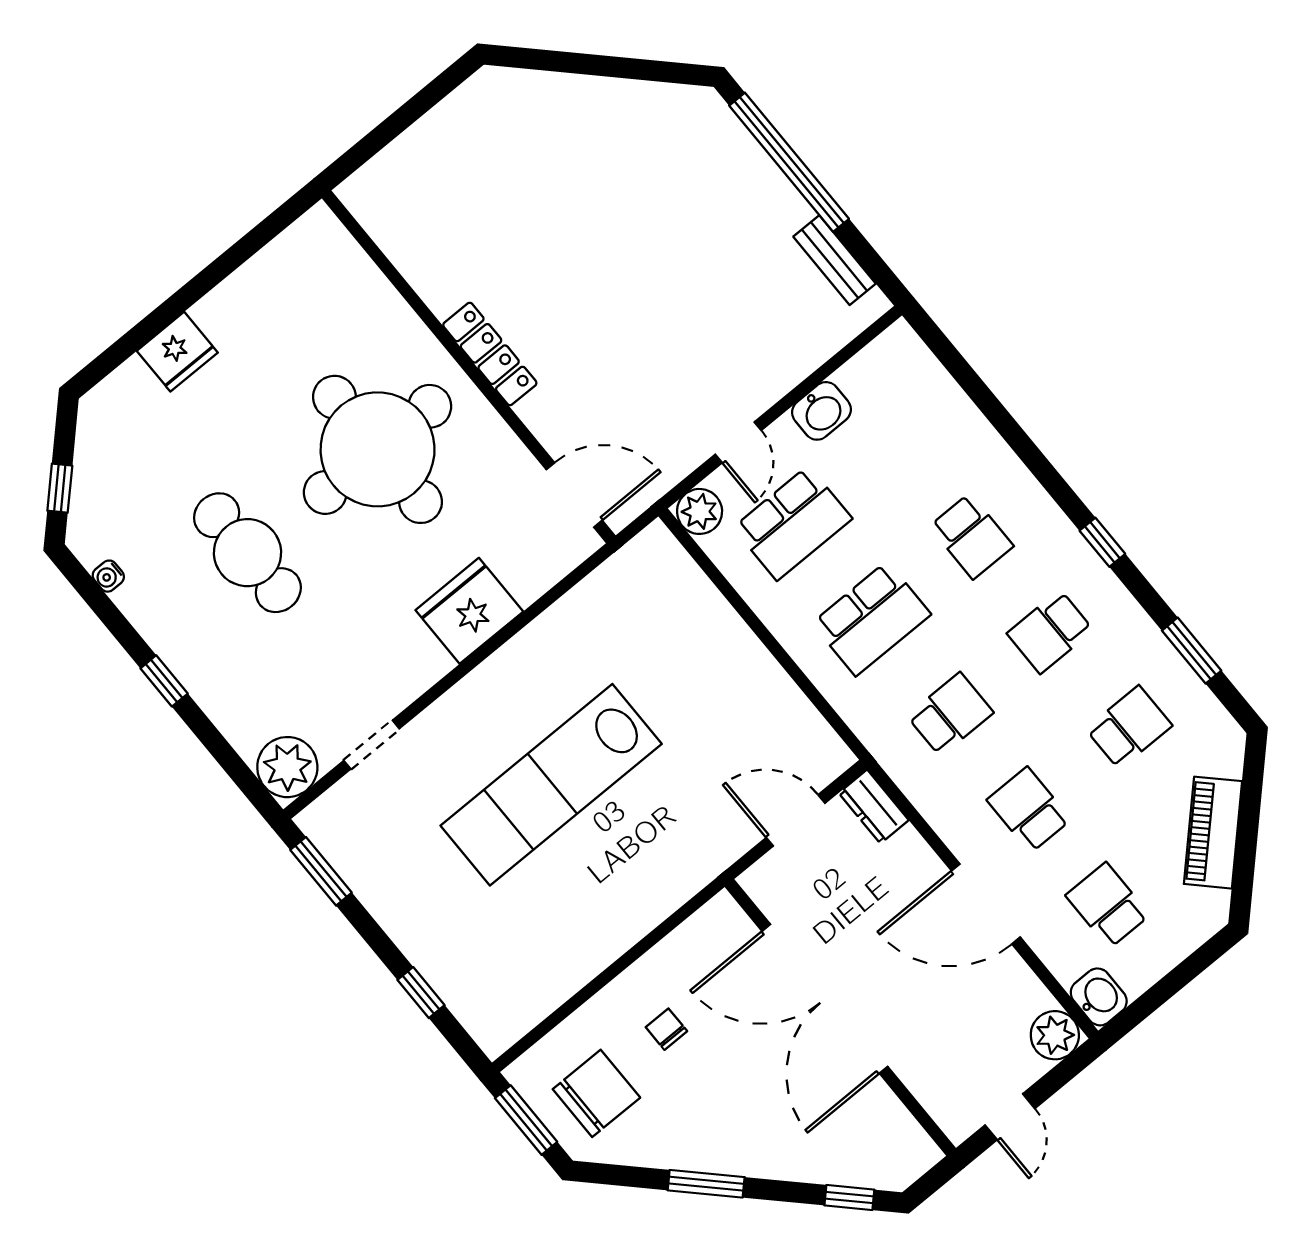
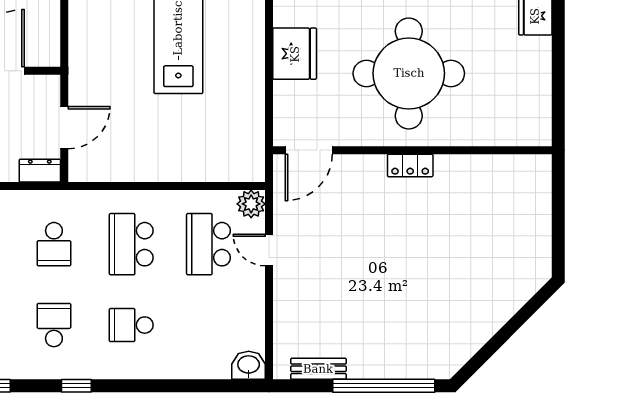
locker: (490, 354) -> (410, 165), width x0.66
washbasin: (821, 411) -> (249, 365), moved, turned 90

